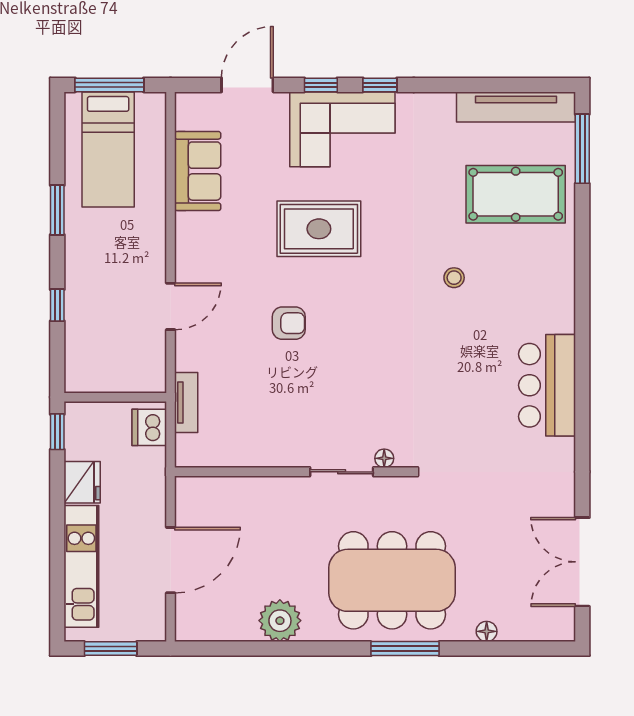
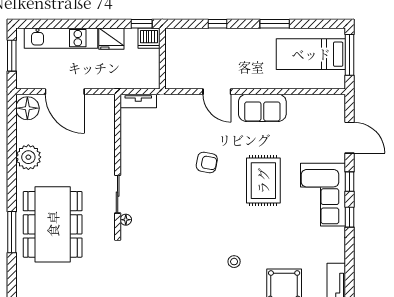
sofa: (198, 171) -> (262, 108), moved
armchair: (289, 323) -> (207, 162), turned -80
tv unit: (186, 403) -> (138, 101), moved
dishwasher: (149, 427) -> (149, 38), moved, turned 180
floor lamp: (487, 631) -> (27, 108), moved, width x1.89, depth x1.89

